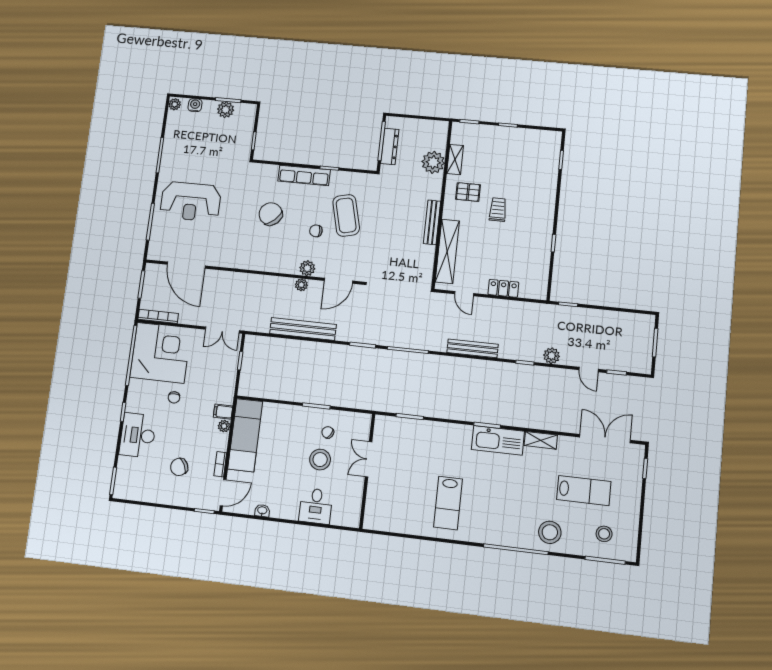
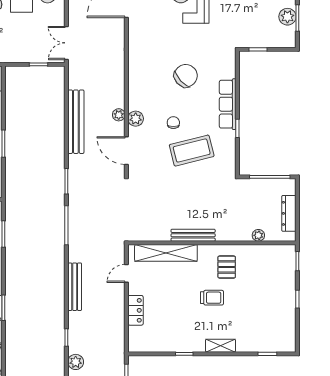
dresser: (390, 146) -> (289, 213), moved, turned 90
shelving: (455, 160) -> (221, 346), moved
plant: (433, 162) -> (258, 235), width x0.53, depth x0.53

